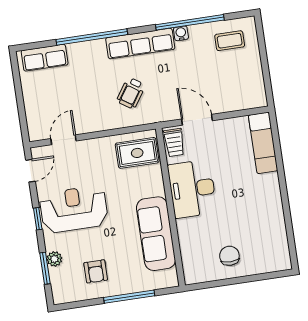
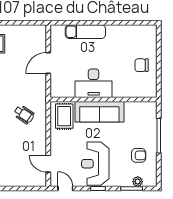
door: (197, 120) -> (48, 63), moved
trolley: (174, 142) -> (61, 91), removed
exam couch: (263, 143) -> (85, 32), moved
sofa: (156, 234) -> (99, 112), moved
plant: (54, 259) -> (138, 182), moved

